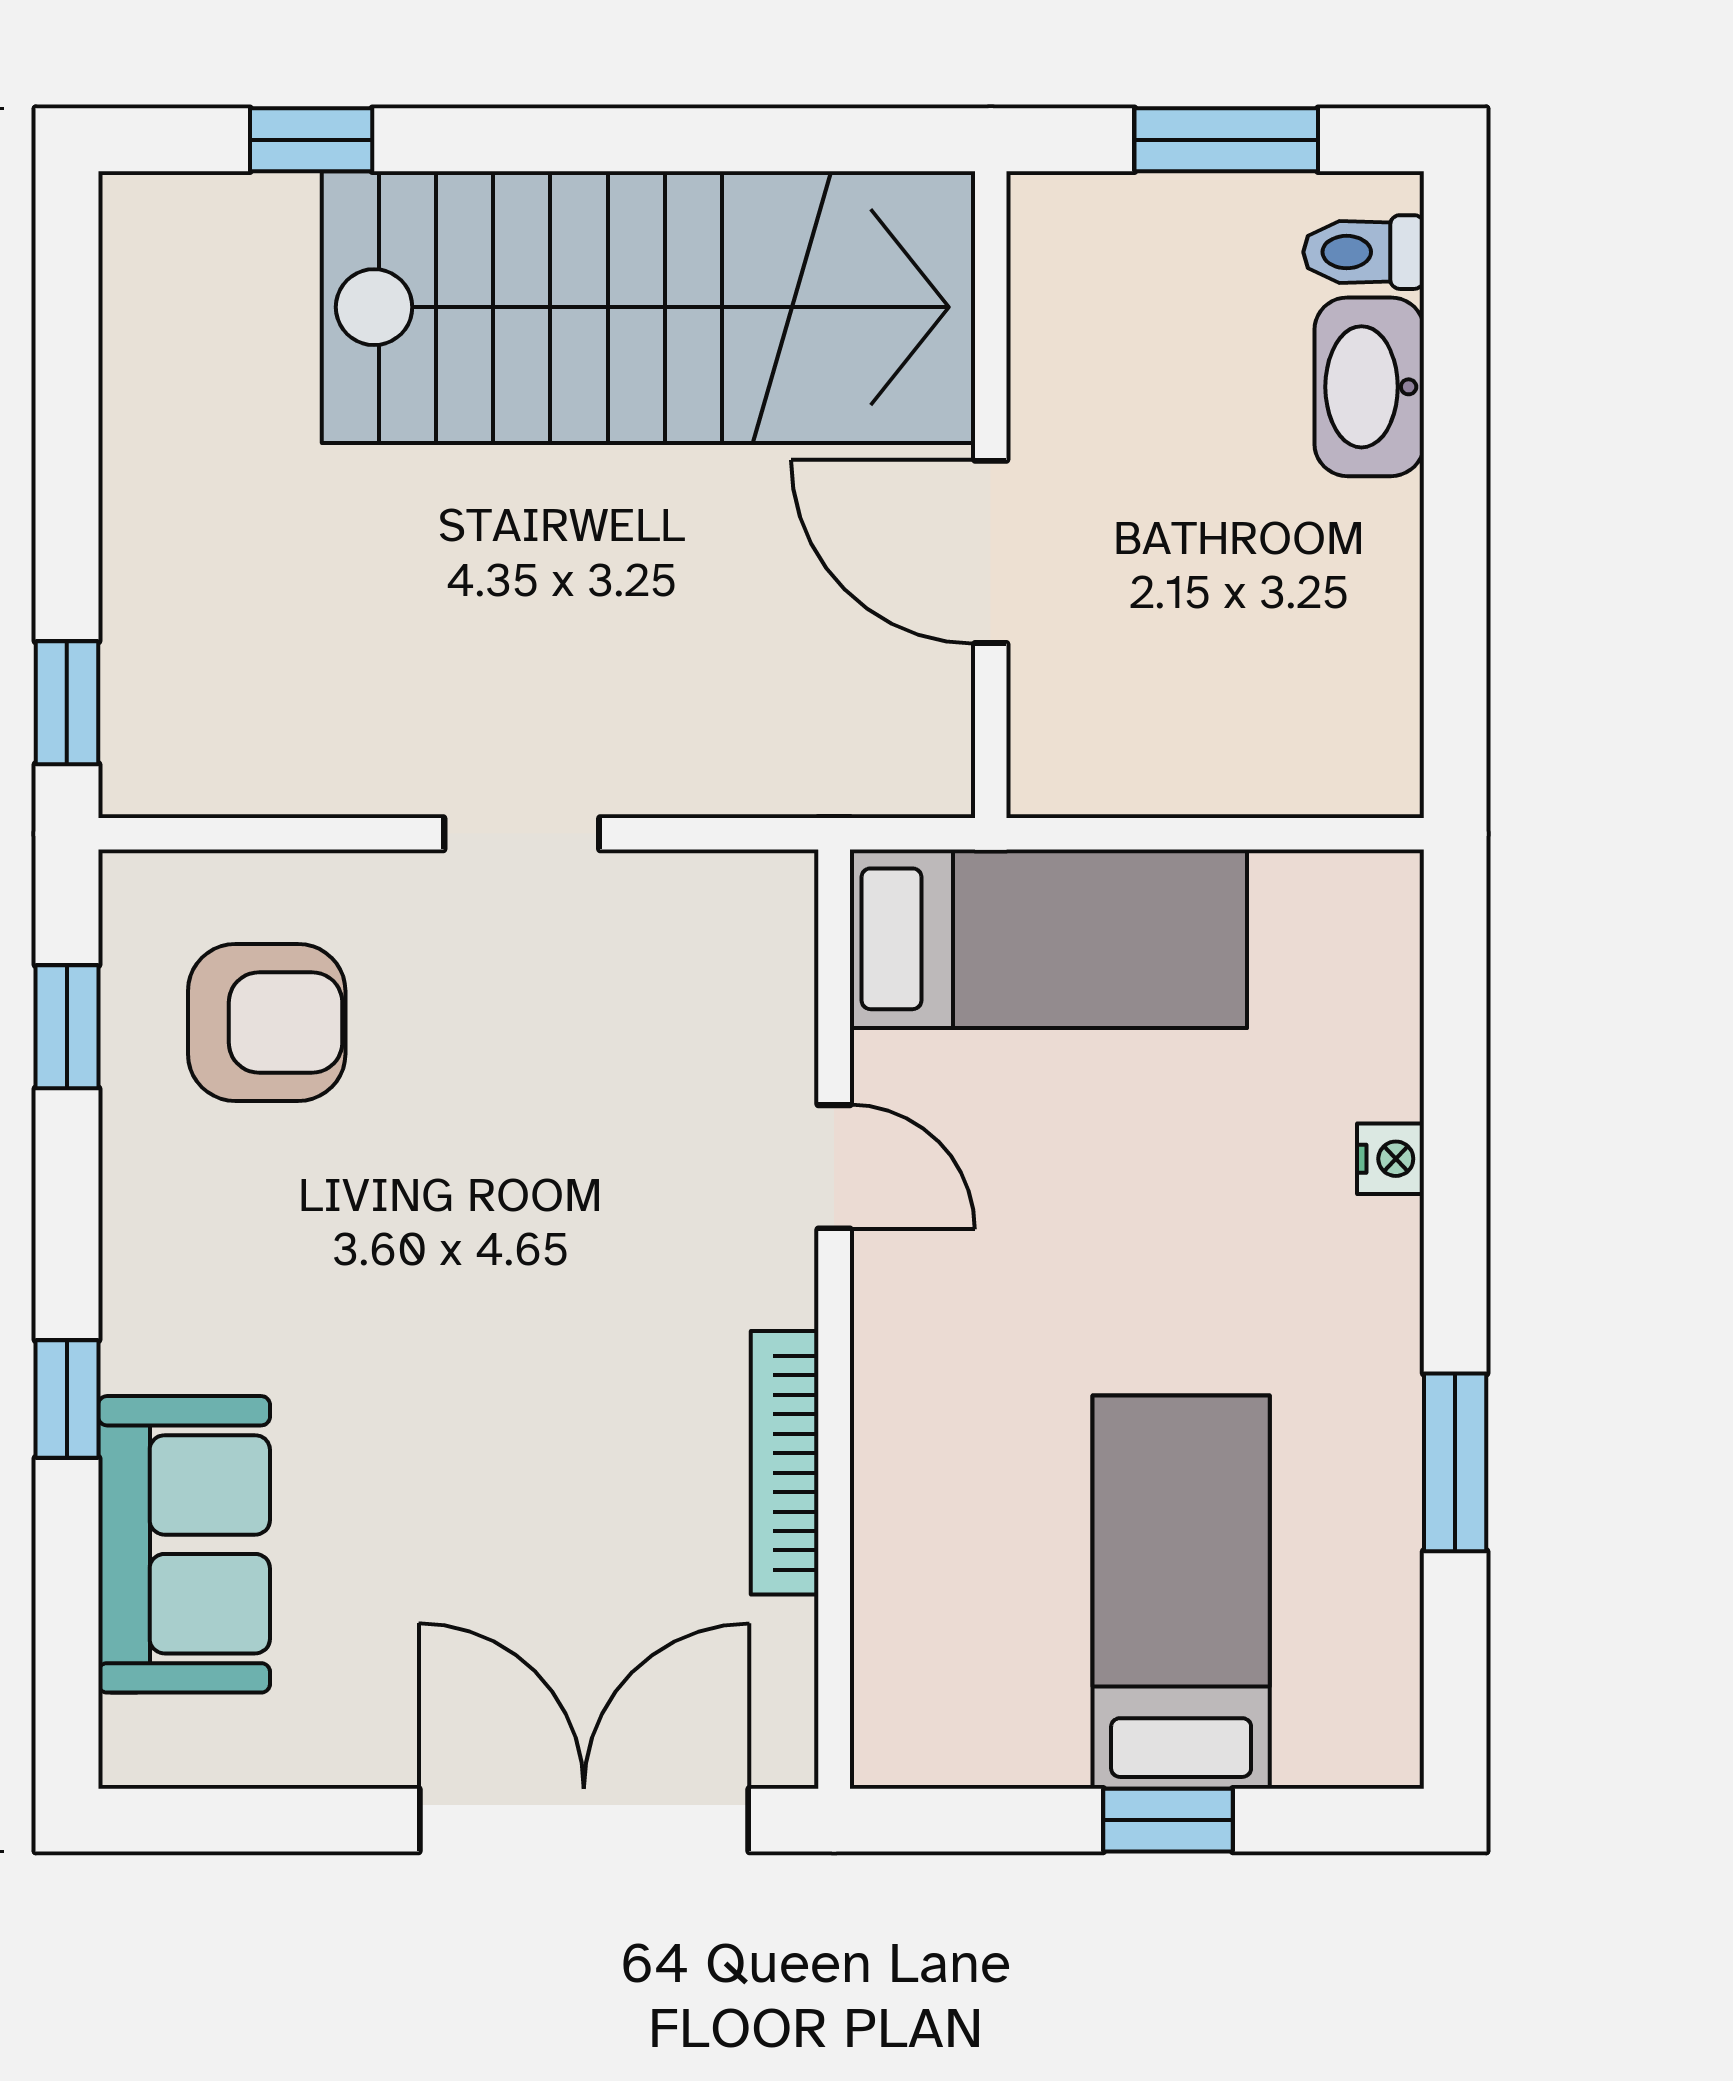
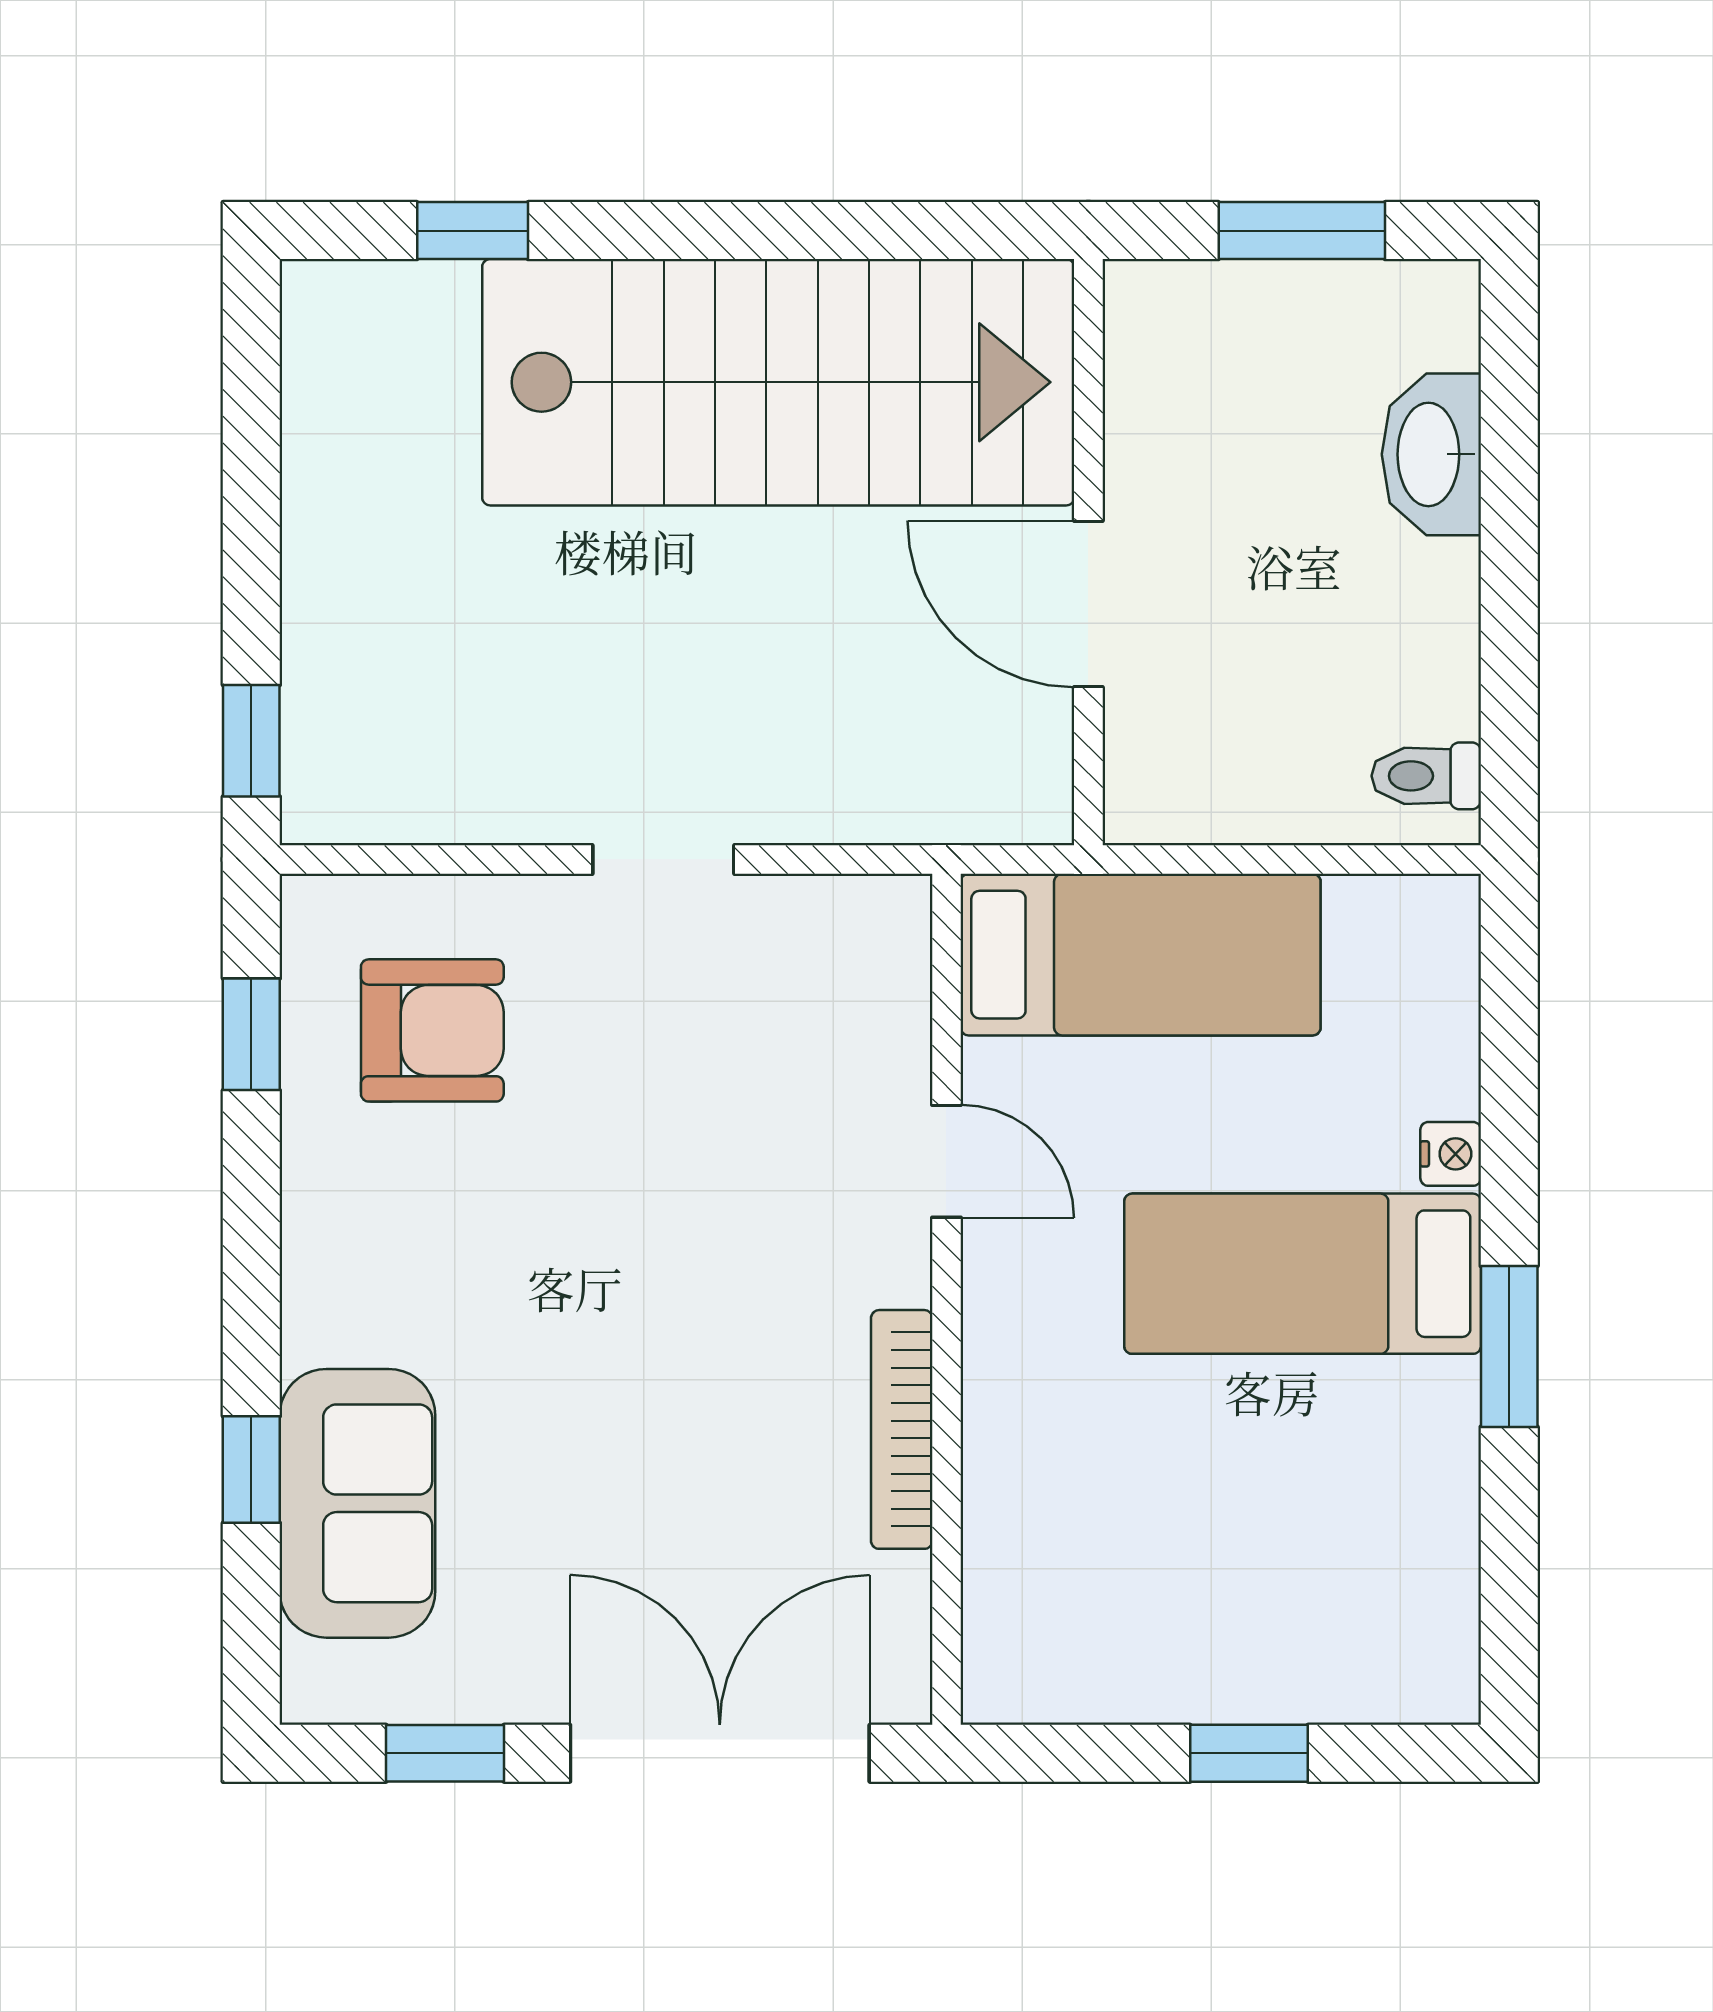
toilet: (1364, 252) -> (1426, 776), moved
window: (67, 1399) -> (251, 1470), moved
window: (1455, 1462) -> (1509, 1346), moved
bed: (1181, 1592) -> (1303, 1274), moved, turned -90
window: (281, 1820) -> (445, 1753), added

